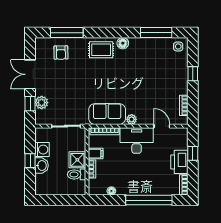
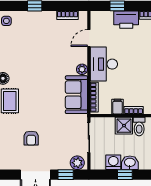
armchair: (61, 53) -> (31, 138), moved, turned 91
plant: (42, 103) -> (77, 163), moved

